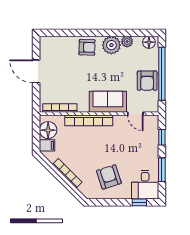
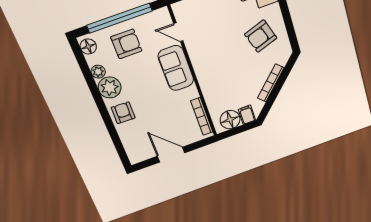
door: (36, 71) -> (171, 155), swing flipped
armchair: (147, 81) -> (126, 44), moved
door: (135, 114) -> (178, 32), swing flipped
bookcase: (89, 120) -> (205, 81), removed

